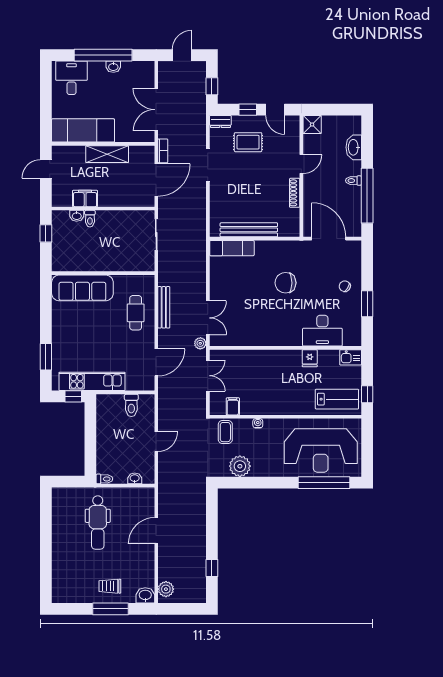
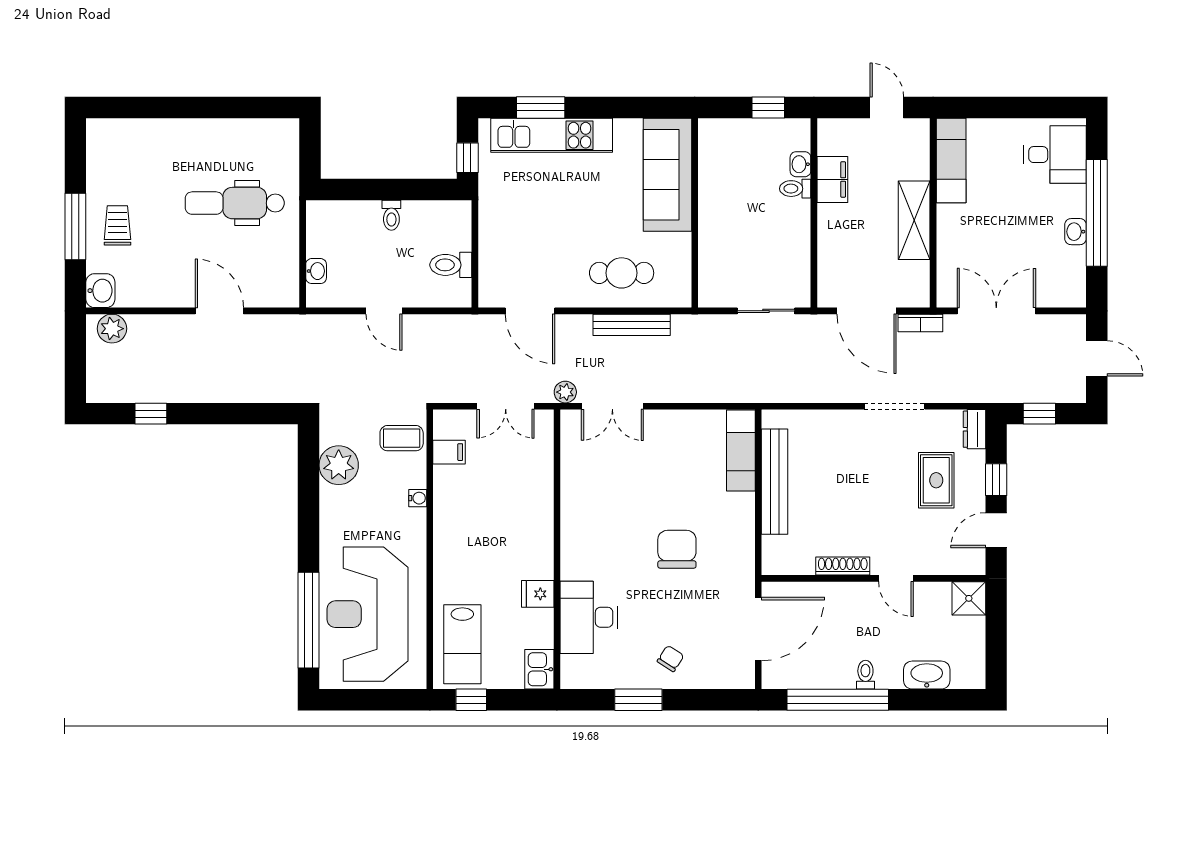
exam couch: (83, 130) -> (951, 160), width x0.73, depth x0.69
kitchen unit: (92, 381) -> (552, 135), moved, turned 90
toilet: (104, 479) -> (391, 215), moved

